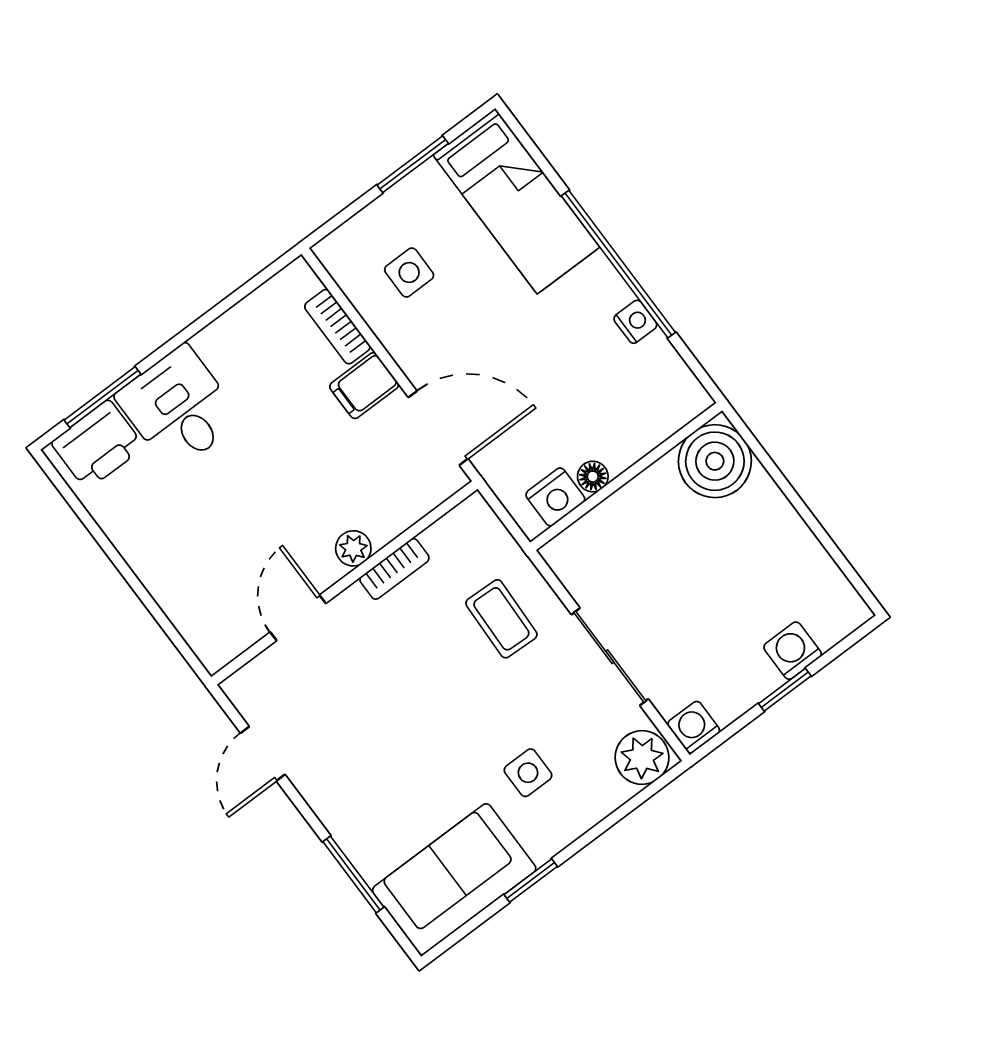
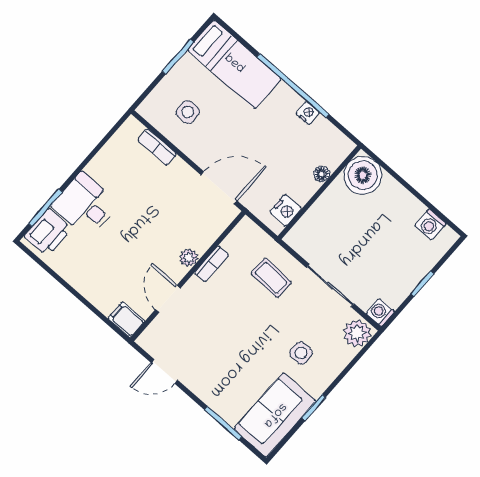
filing cabinet: (364, 386) -> (126, 320), moved, turned 90
floor lamp: (593, 477) -> (322, 174), moved
washing machine: (793, 651) -> (430, 225), moved, turned -90
door: (263, 754) -> (164, 372), hinge flipped

